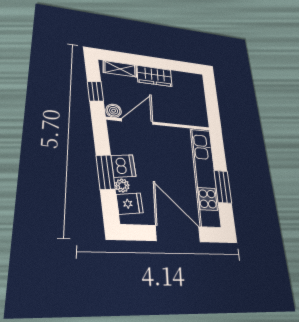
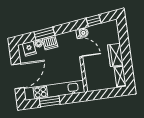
shelving: (120, 69) -> (120, 76), moved

